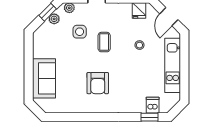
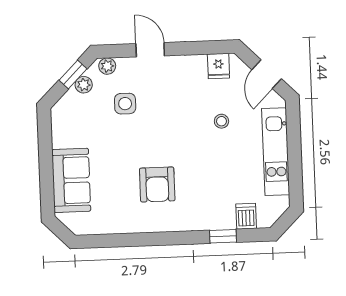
coffee table: (104, 42) -> (165, 119), removed
window: (149, 117) -> (223, 236), moved

